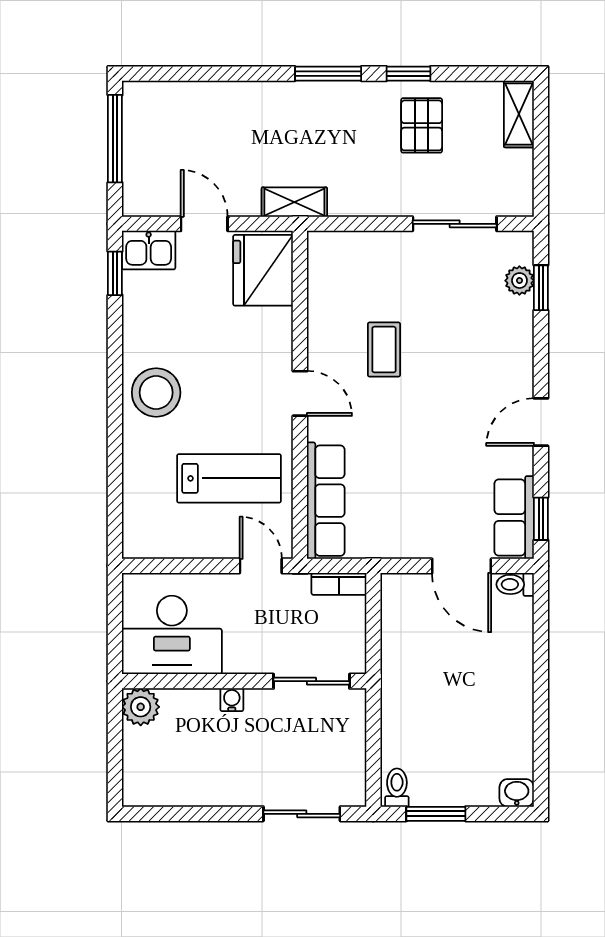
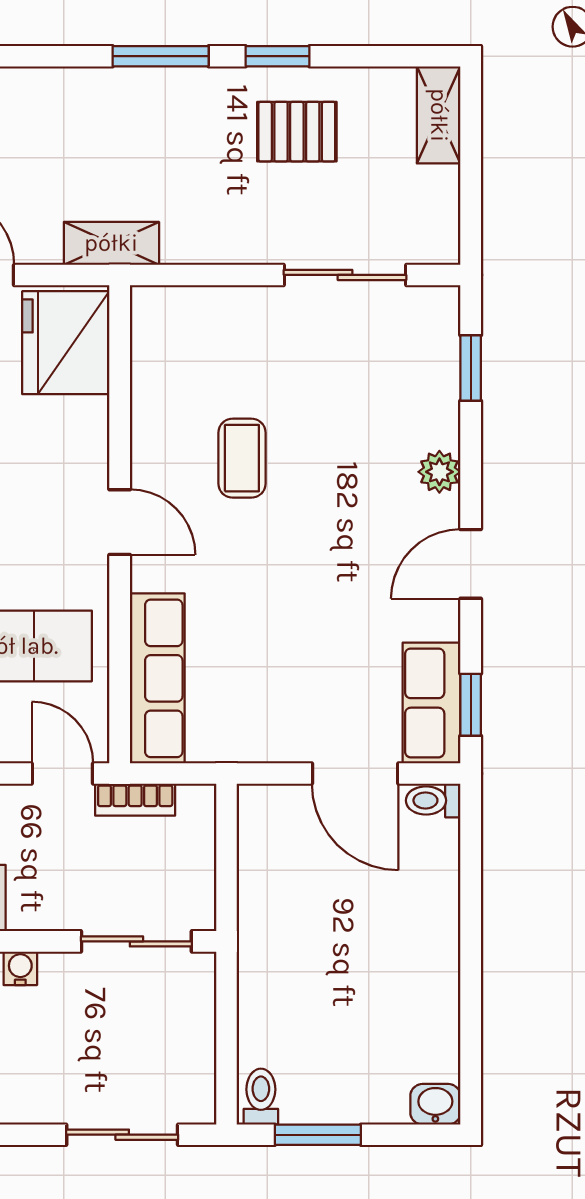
pallet: (422, 125) -> (297, 132), turned 90
plant: (519, 281) -> (439, 472), moved
bookcase: (339, 584) -> (135, 800), moved

